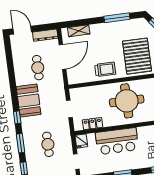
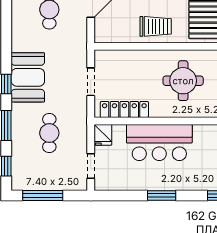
booth: (29, 101) -> (28, 77), moved
round table: (127, 101) -> (183, 81), width x0.73, depth x0.73
locker: (93, 124) -> (124, 109), width x1.53

